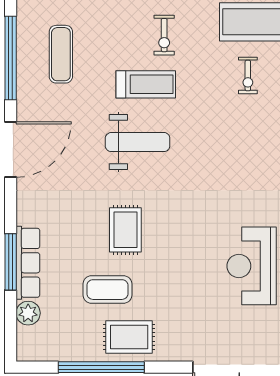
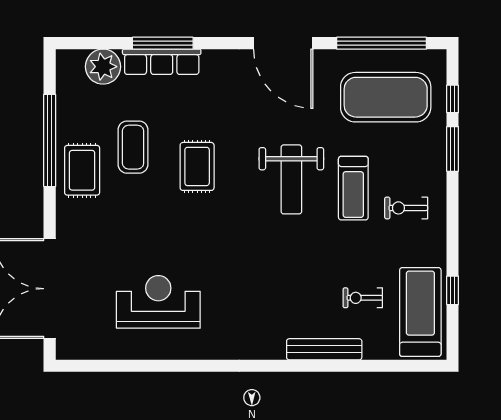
exercise mat: (61, 54) -> (386, 97), width x2.00, depth x1.45
rug: (125, 230) -> (197, 166), turned 90
plant: (28, 313) -> (103, 67), width x1.36, depth x1.36

